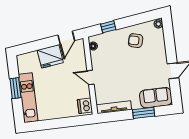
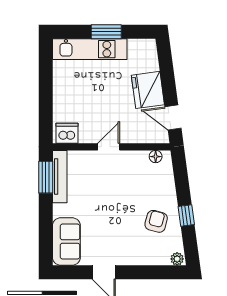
window: (108, 27) -> (186, 216), moved
window: (144, 113) -> (46, 177), moved

